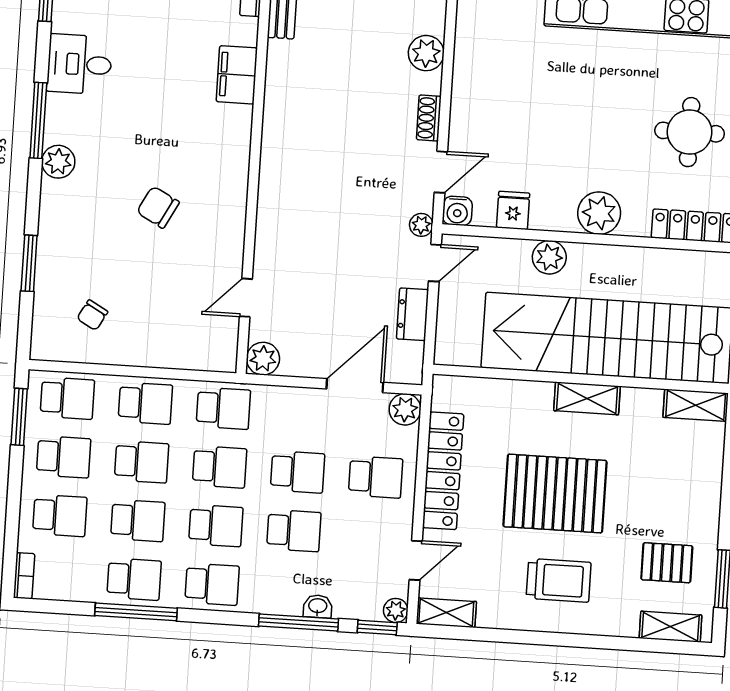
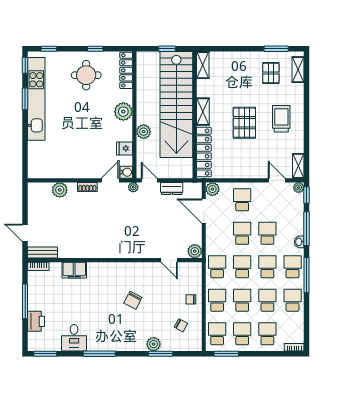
plant: (58, 162) -> (154, 344), moved
door: (441, 172) -> (110, 180), hinge flipped
chair: (151, 342) -> (191, 299), added
locker: (443, 471) -> (204, 152), moved, turned 90
pallet: (555, 494) -> (244, 123), width x0.73, depth x0.71
washbasin: (318, 606) -> (299, 242), moved
window: (136, 612) -> (306, 275), moved

